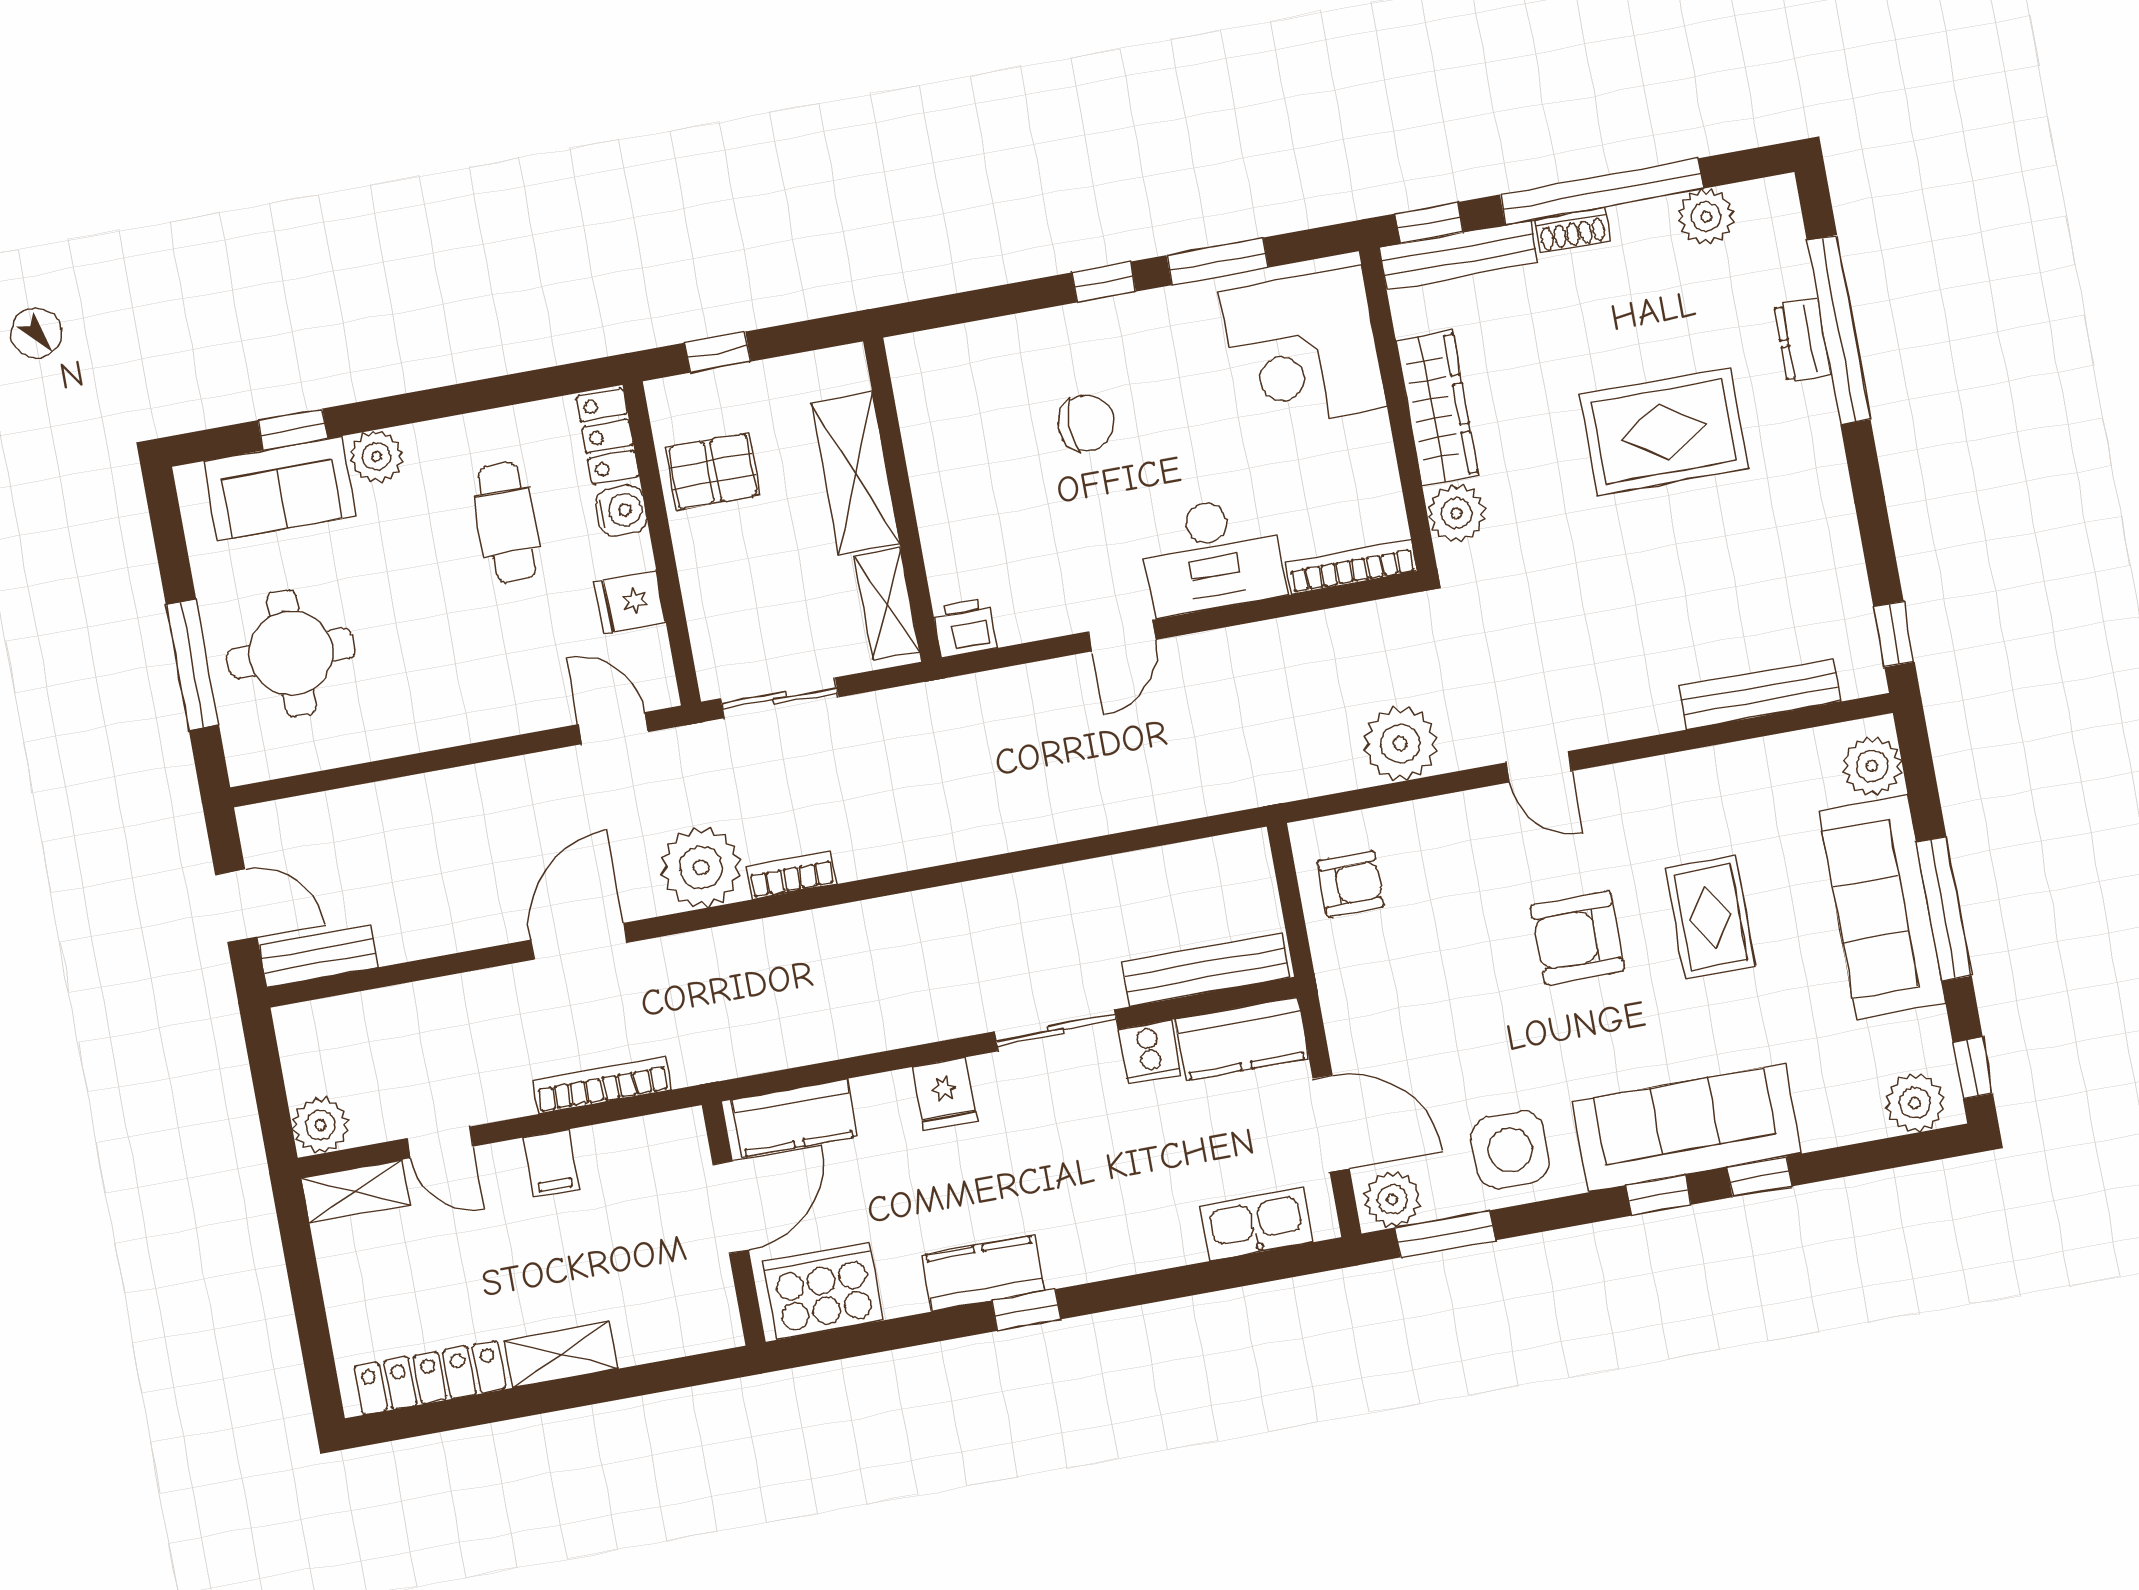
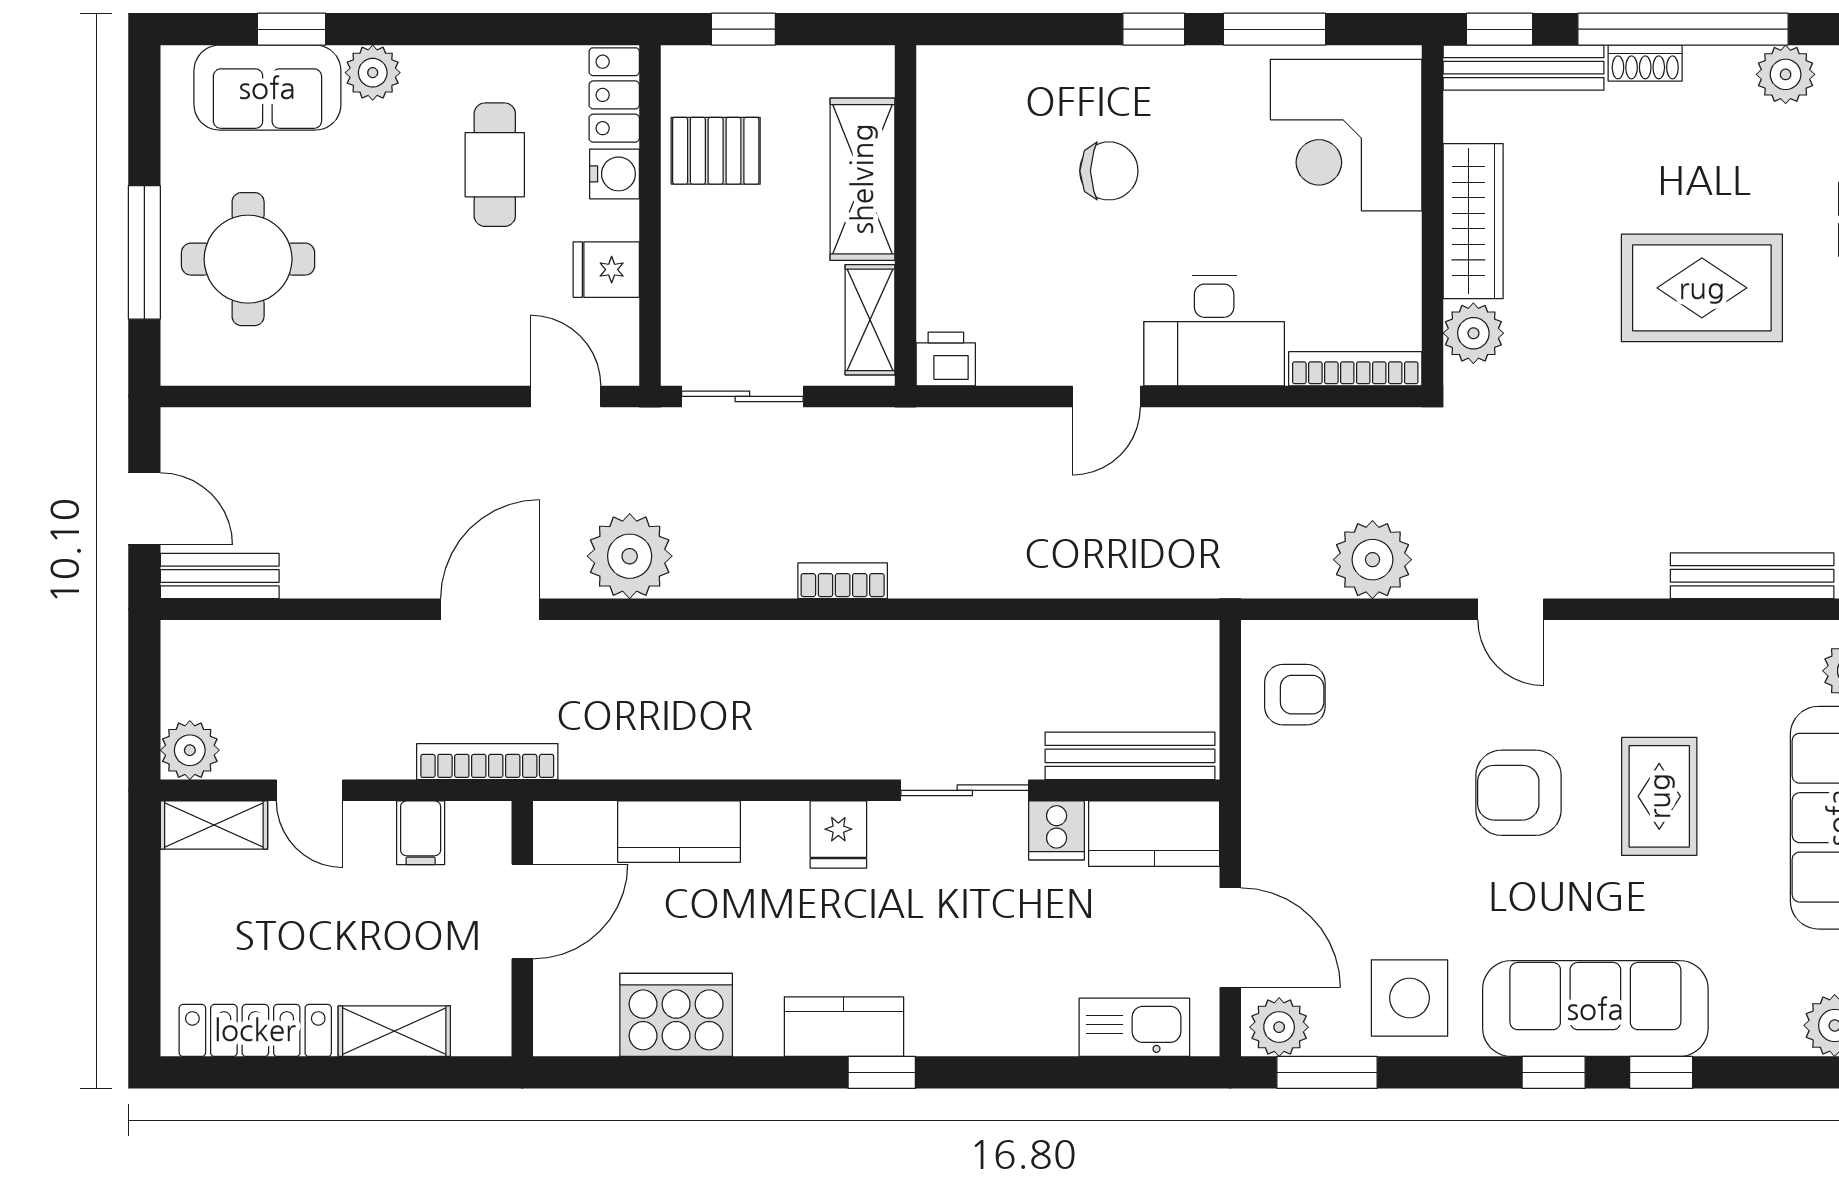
bookcase: (791, 875) -> (843, 581), moved
door: (731, 1207) -> (522, 912), moved
wall: (734, 1224) -> (522, 929), moved

